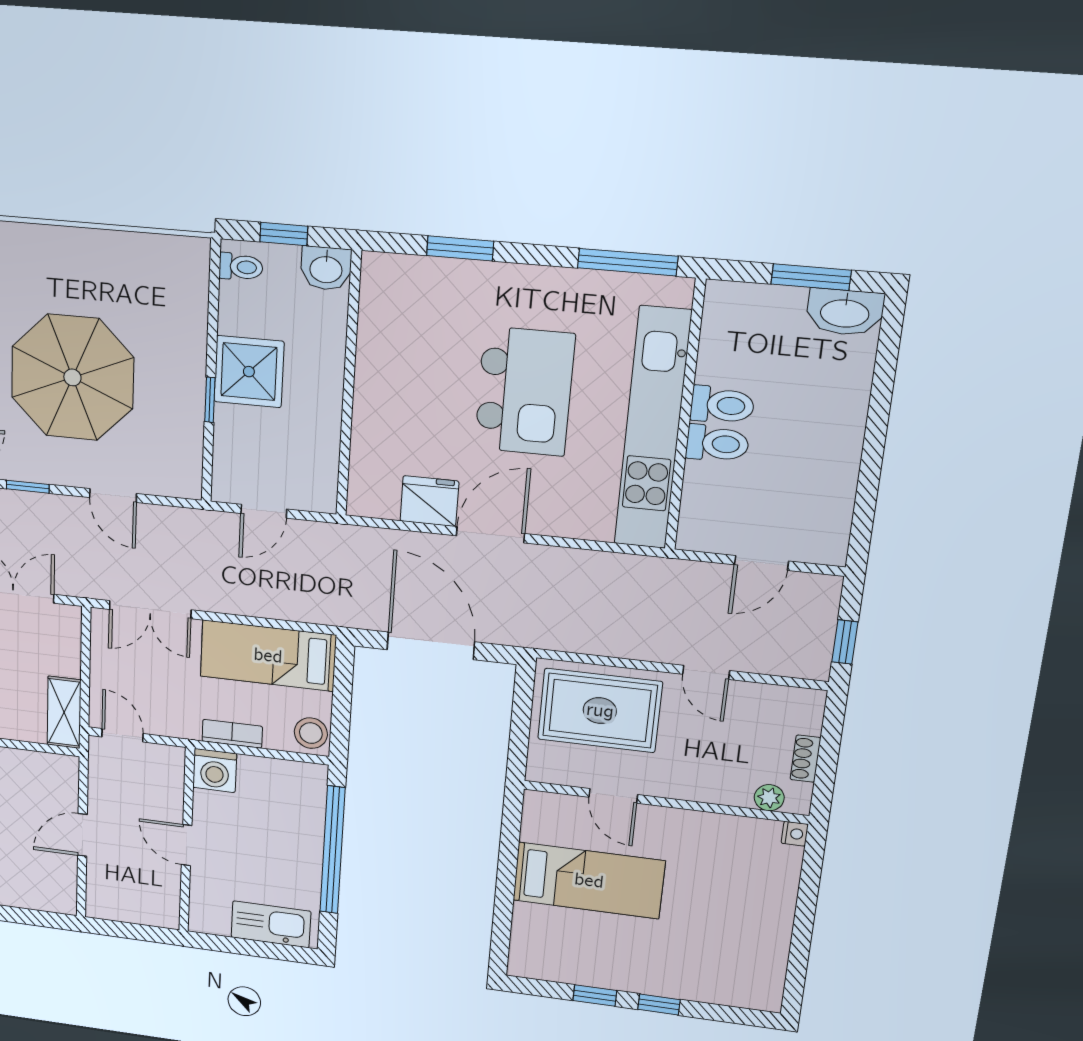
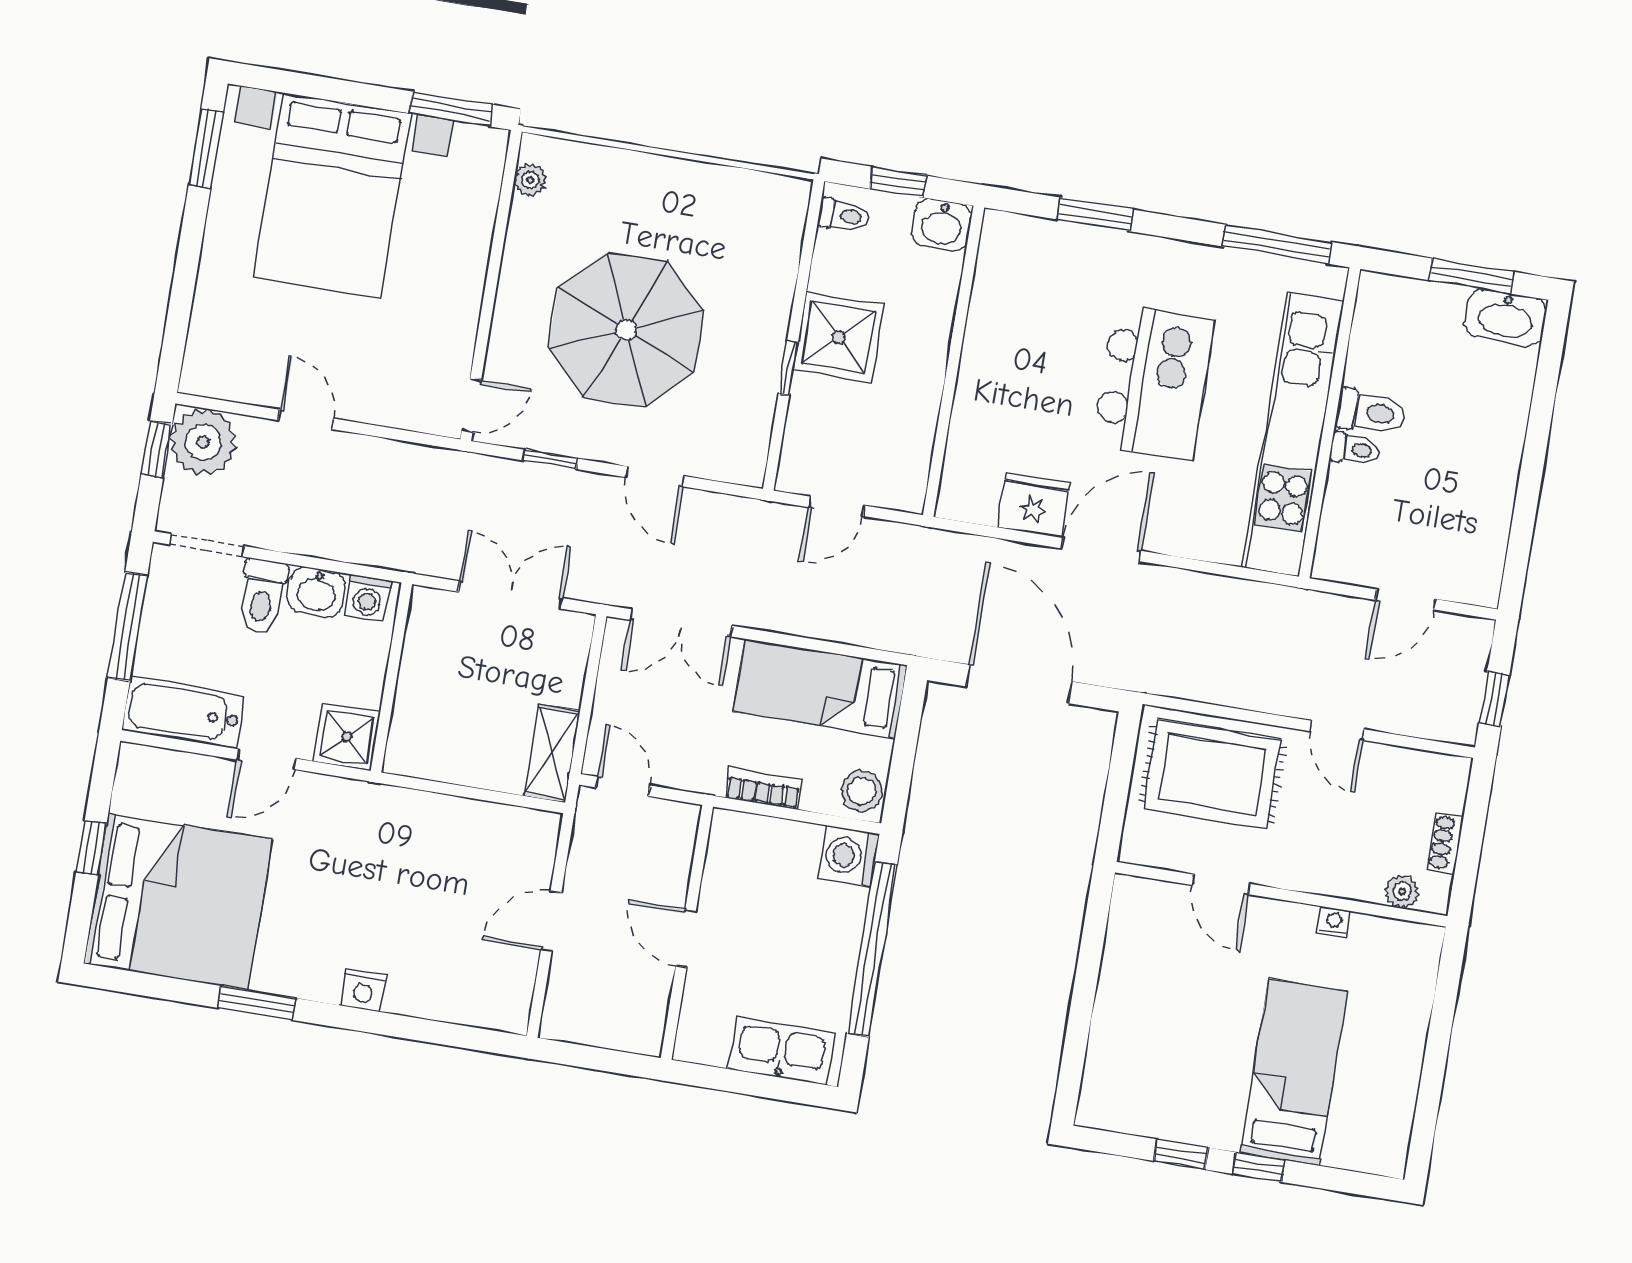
toilet: (717, 444) -> (1355, 449), width x0.73, depth x0.72
washing machine: (215, 770) -> (849, 856), moved, turned 90
nightstand: (795, 834) -> (1334, 922), moved, turned -90
bed: (589, 881) -> (1294, 1072), moved, turned -90

